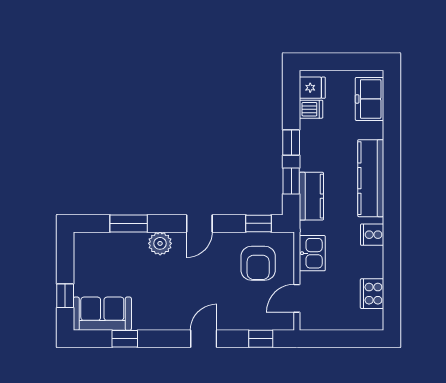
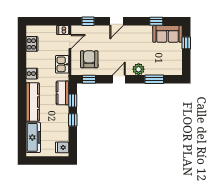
freezer: (370, 99) -> (33, 137), width x1.40
dishwasher: (311, 109) -> (63, 30), moved

